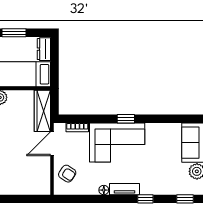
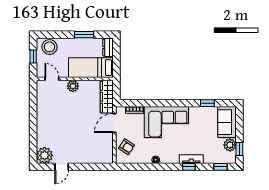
window: (126, 119) -> (207, 103), moved
tv unit: (125, 189) -> (191, 159), moved

